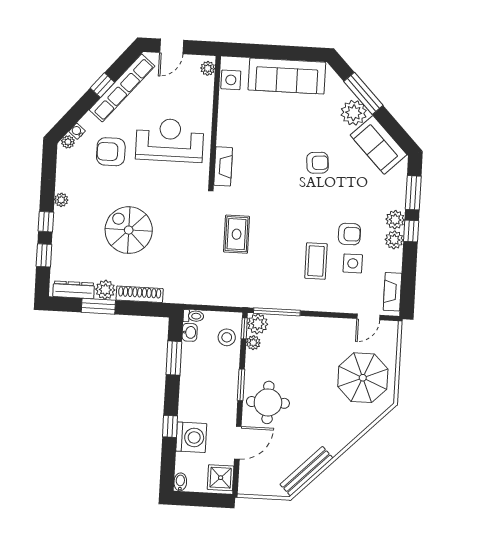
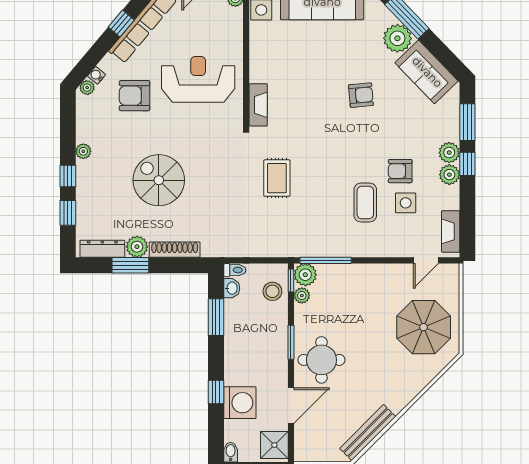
armchair: (349, 234) -> (400, 171), turned 180

